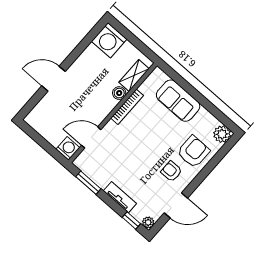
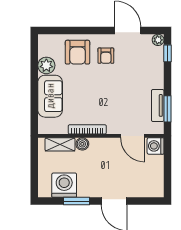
washing machine: (109, 40) -> (64, 185), moved, turned -90
window: (79, 50) -> (76, 201), added
plant: (222, 134) -> (46, 65), moved
armchair: (193, 152) -> (77, 52), turned -90
tv unit: (120, 197) -> (158, 105), moved

